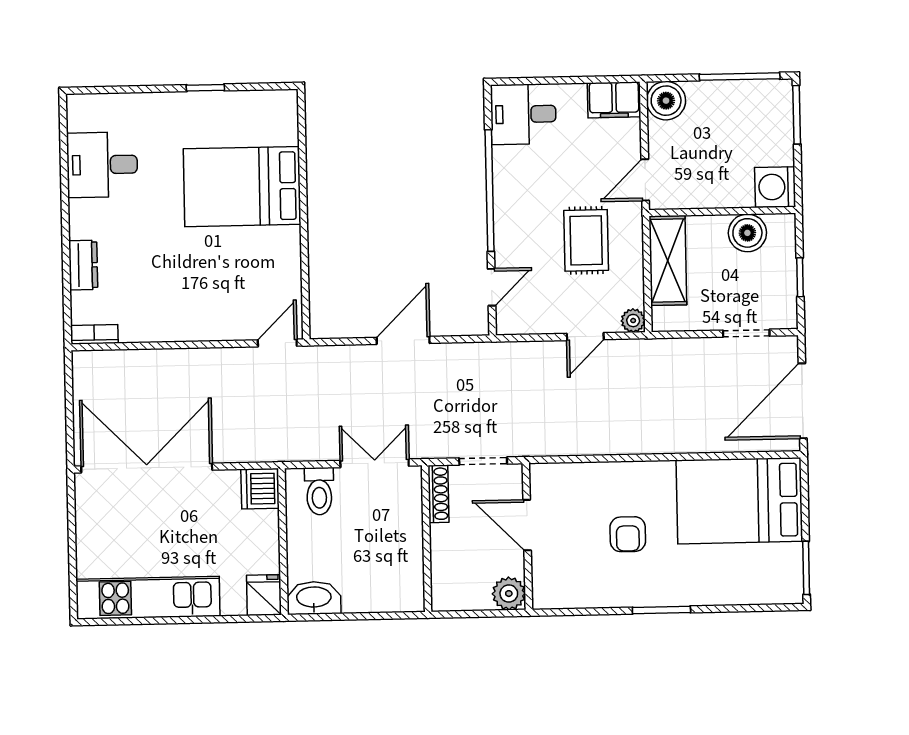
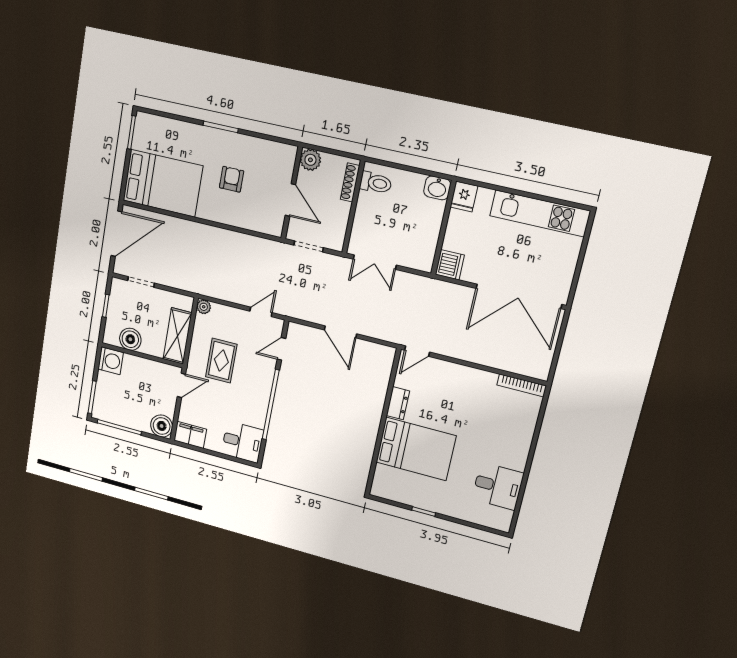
dresser: (83, 265) -> (398, 403), moved, turned 180
bookcase: (94, 334) -> (522, 385), width x1.56
door: (585, 337) -> (261, 312), moved
door: (403, 340) -> (340, 332), hinge flipped
toilet: (319, 491) -> (376, 183), moved, turned 90
shoe rack: (438, 494) -> (350, 182), moved
washbasin: (314, 598) -> (437, 188), width x0.72

